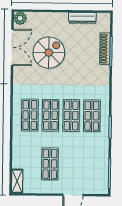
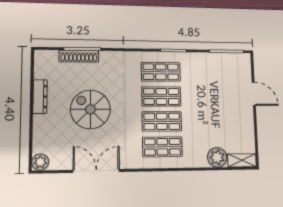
dresser: (82, 18) -> (40, 97), moved
double door: (12, 47) -> (96, 171), moved
spiral stairs: (49, 53) -> (90, 109), moved
plant: (20, 160) -> (217, 157), added
shop shelf: (50, 164) -> (220, 121), removed

